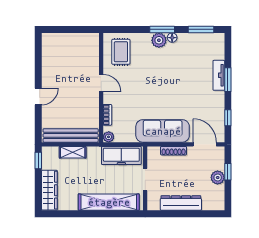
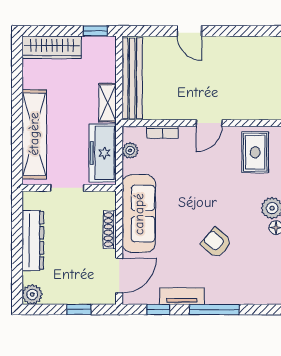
rug: (121, 52) -> (255, 152), turned 90
tv unit: (219, 75) -> (182, 296), moved
armchair: (183, 78) -> (216, 243), added
window: (228, 80) -> (214, 310), width x1.44
plant: (109, 137) -> (130, 150), moved
shelving: (73, 152) -> (108, 103), moved
plant: (218, 178) -> (32, 294), moved

